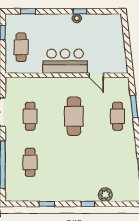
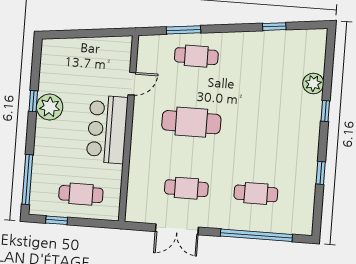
window: (28, 11) -> (27, 179), width x2.17
plant: (77, 18) -> (50, 107), width x1.88, depth x1.88

